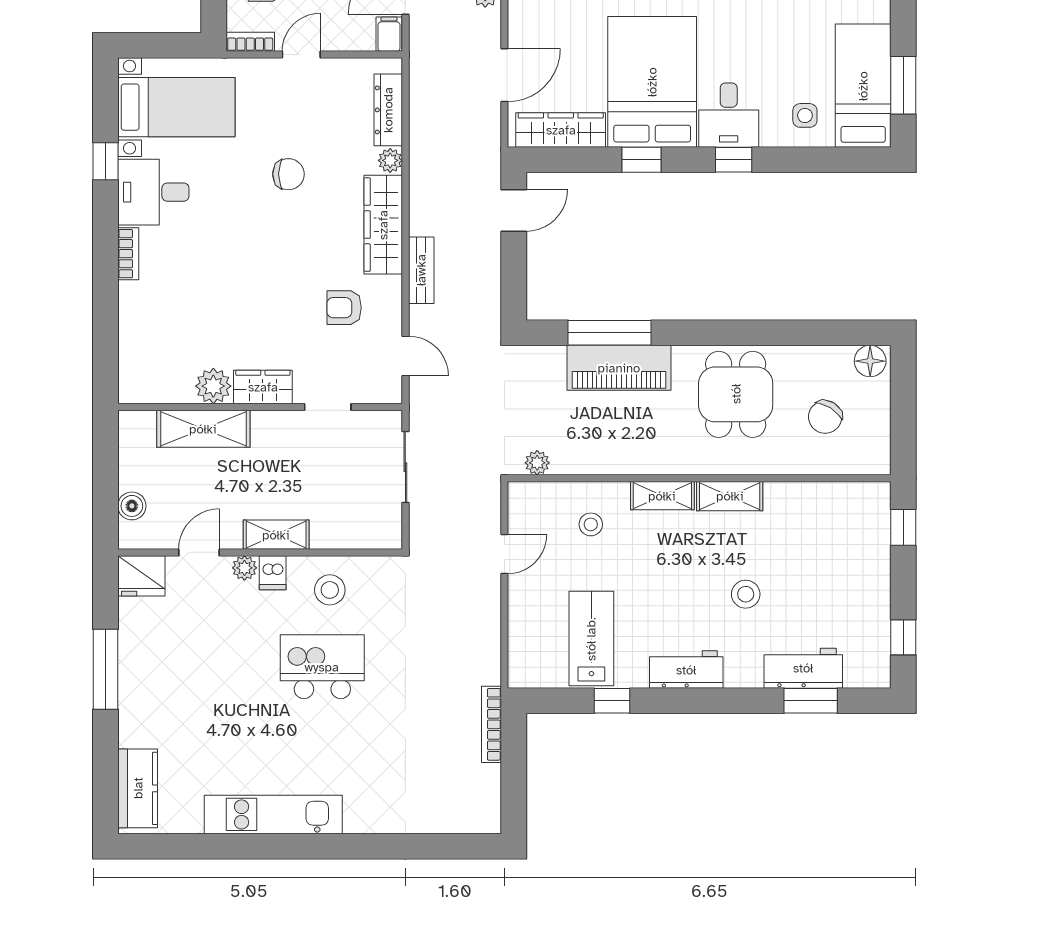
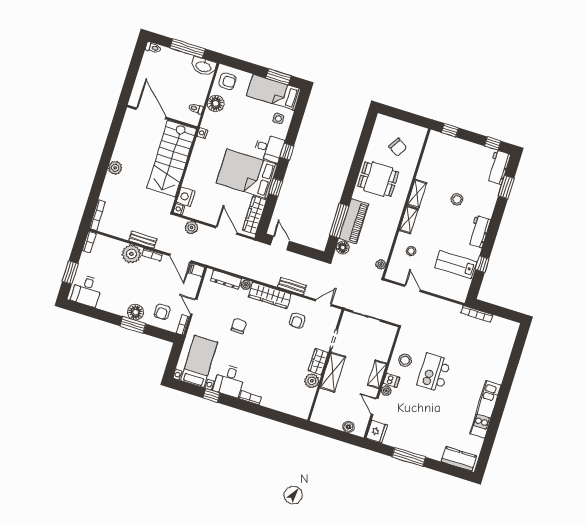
floor lamp: (870, 361) -> (343, 248), moved
shelving: (203, 429) -> (333, 372), moved
workbench: (803, 668) -> (498, 167), moved

